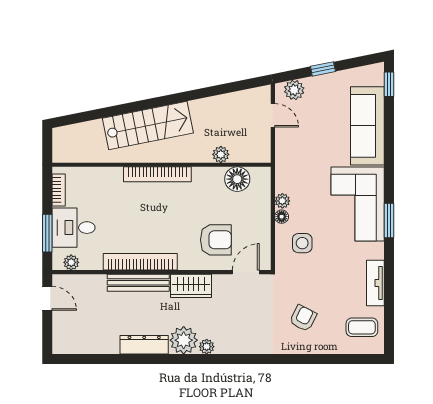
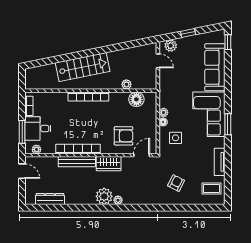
dresser: (144, 345) -> (50, 199), moved

